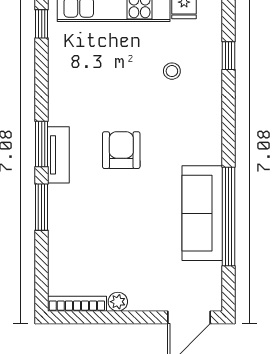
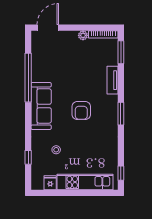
tv unit: (58, 155) -> (112, 80), moved
window: (42, 207) -> (121, 52), moved
sofa: (202, 213) -> (41, 106), moved

